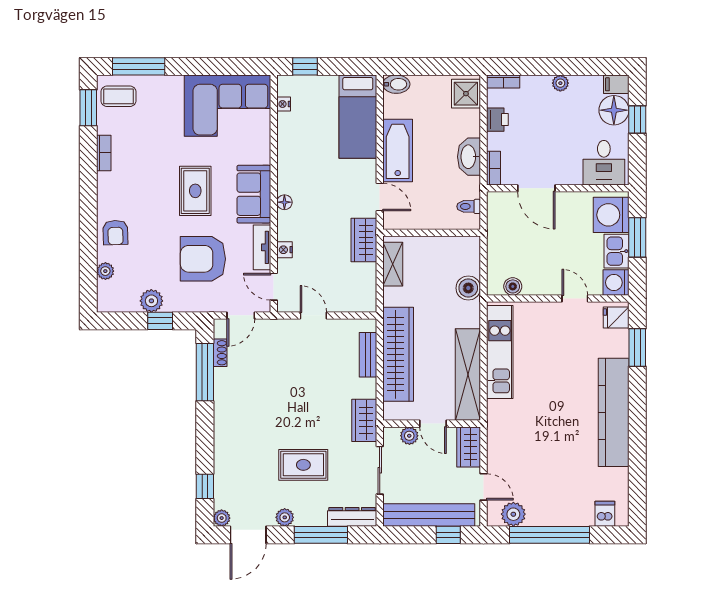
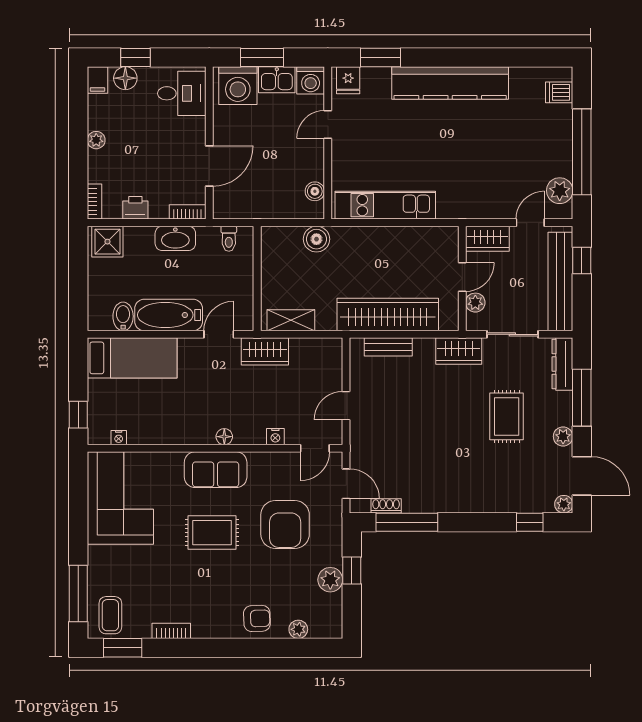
bidet: (396, 84) -> (123, 316), moved
floor lamp: (614, 110) -> (125, 78), width x0.73, depth x0.73
tv unit: (262, 247) -> (273, 461), removed
shelving: (468, 374) -> (409, 240), removed

